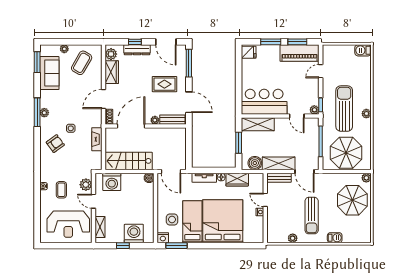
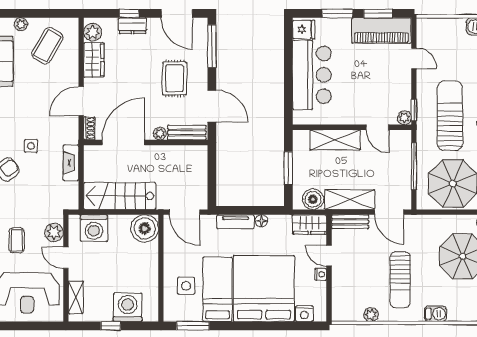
dresser: (137, 50) -> (132, 26), width x0.70
door: (321, 71) -> (414, 58), swing flipped
rug: (164, 84) -> (175, 78), turned 90
bar counter: (264, 102) -> (312, 75), moved, turned 90
shelving: (258, 124) -> (335, 140), moved
boiler: (149, 178) -> (145, 228), width x1.86, depth x1.86
wardrobe: (237, 180) -> (309, 225), moved
nightstand: (163, 238) -> (304, 314), moved

